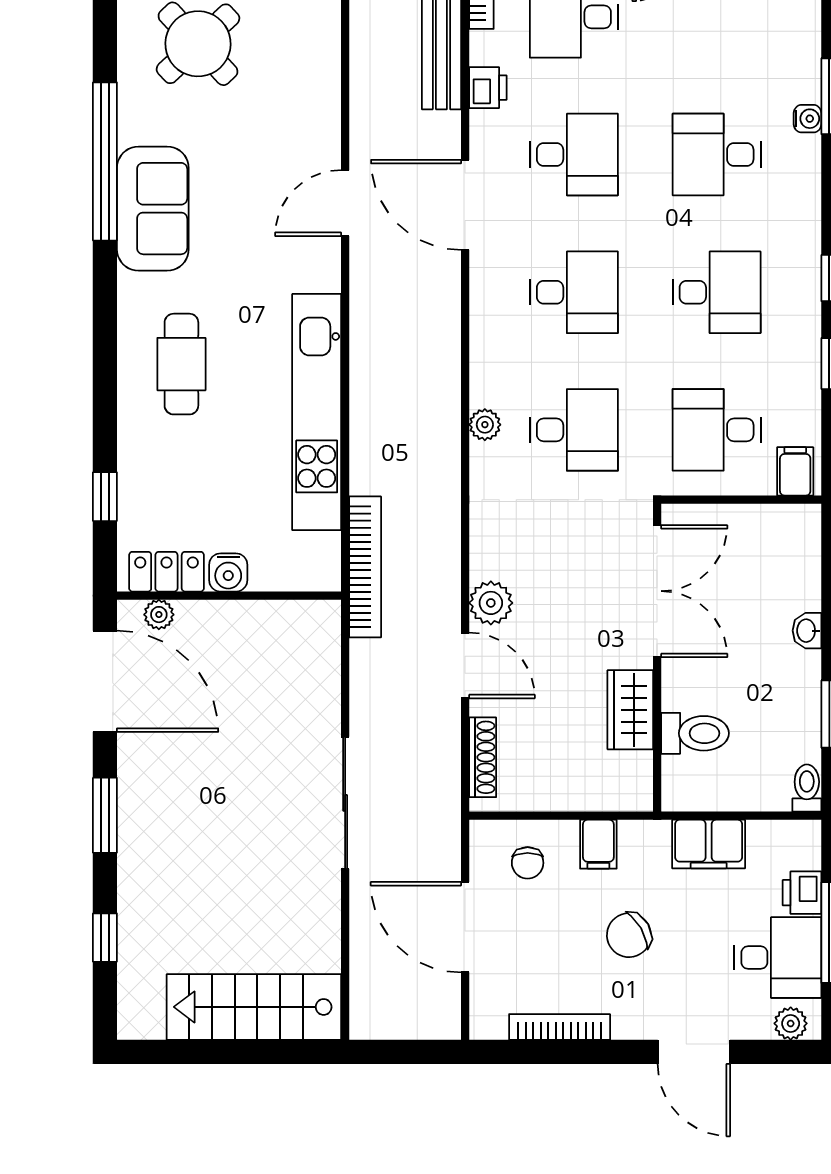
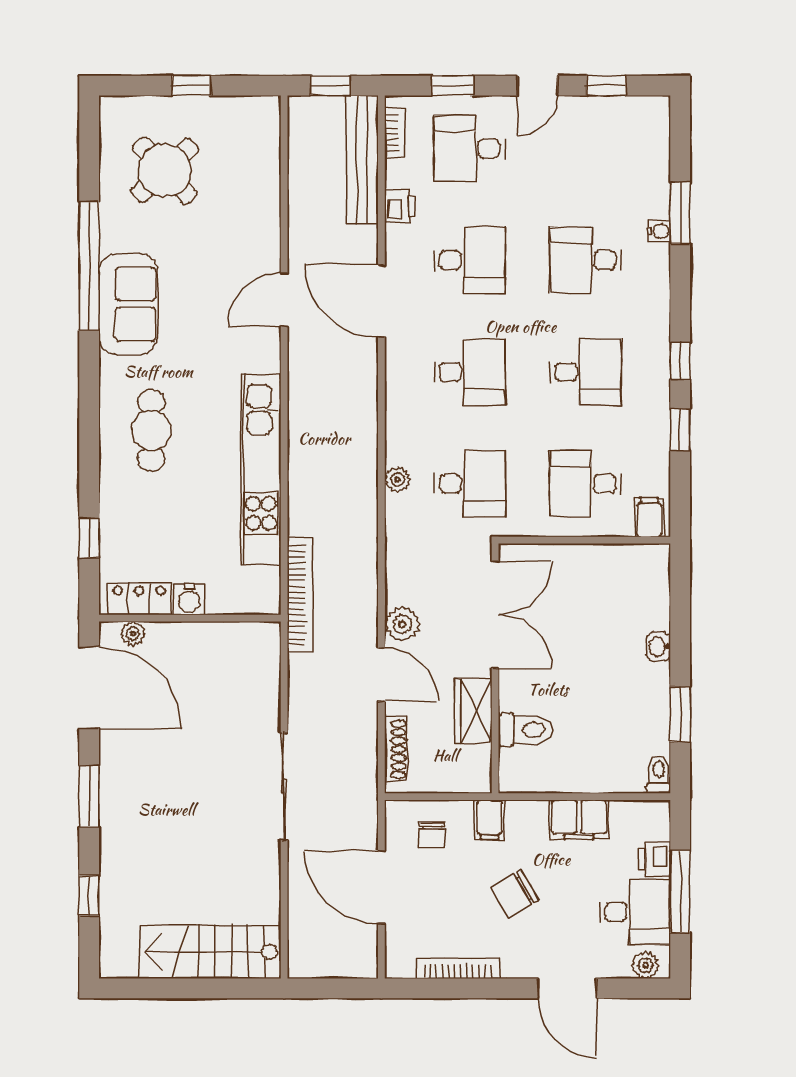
double door: (657, 591) -> (495, 615), moved
wall: (657, 658) -> (495, 668), moved
wardrobe: (630, 710) -> (473, 711), moved
toilet: (695, 733) -> (526, 730), moved

